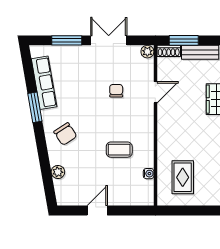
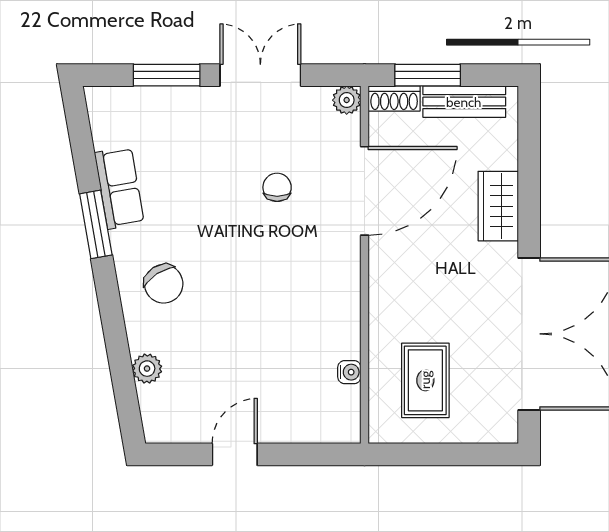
row of seats: (44, 83) -> (119, 188), width x0.68
door: (155, 92) -> (365, 191), width x1.87
coffee table: (119, 150) -> (284, 319), removed

